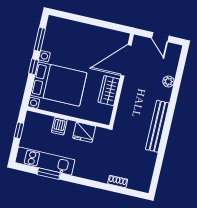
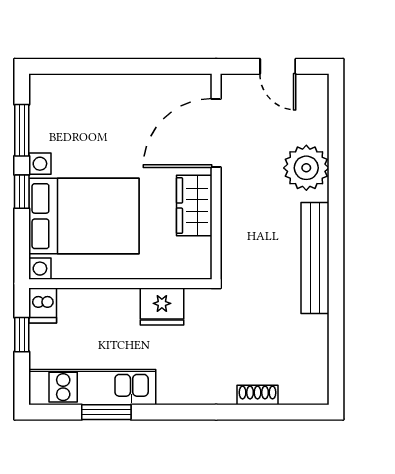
plant: (168, 82) -> (306, 168), width x1.88, depth x1.88
dishwasher: (59, 126) -> (43, 305), moved

